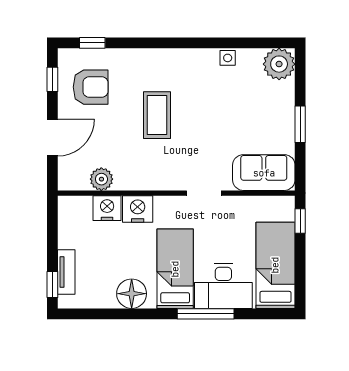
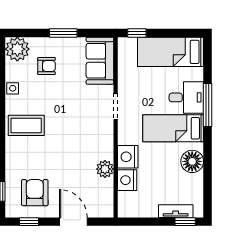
armchair: (257, 102) -> (47, 66), added
coffee table: (157, 115) -> (26, 125), moved
plant: (101, 179) -> (105, 169), moved
desk: (223, 286) -> (186, 97), width x0.73

